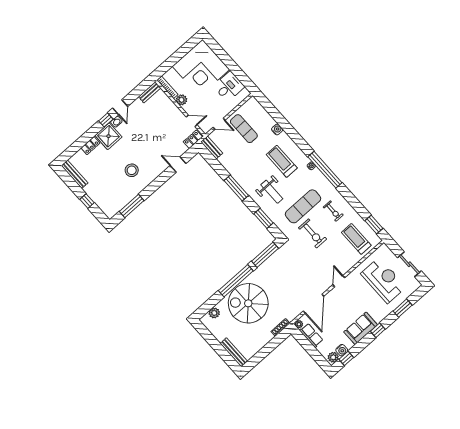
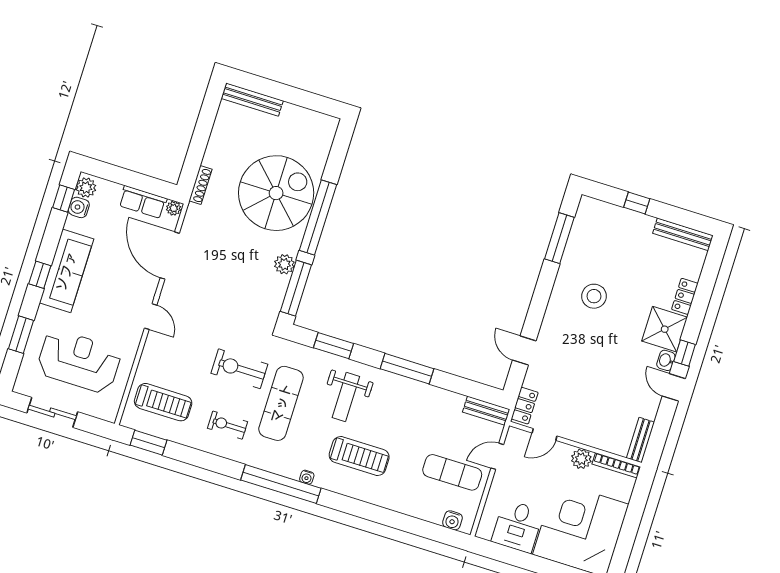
water cooler: (277, 129) -> (452, 520), moved
door: (178, 165) -> (524, 350), swing flipped
weight bench: (272, 192) -> (346, 397), turned -90
reception desk: (383, 280) -> (79, 361), turned 180
plant: (214, 313) -> (284, 264), moved
sofa: (361, 328) -> (66, 271), width x1.36

